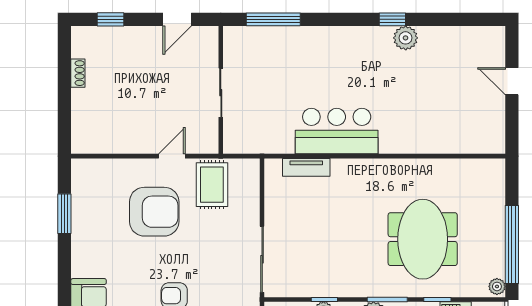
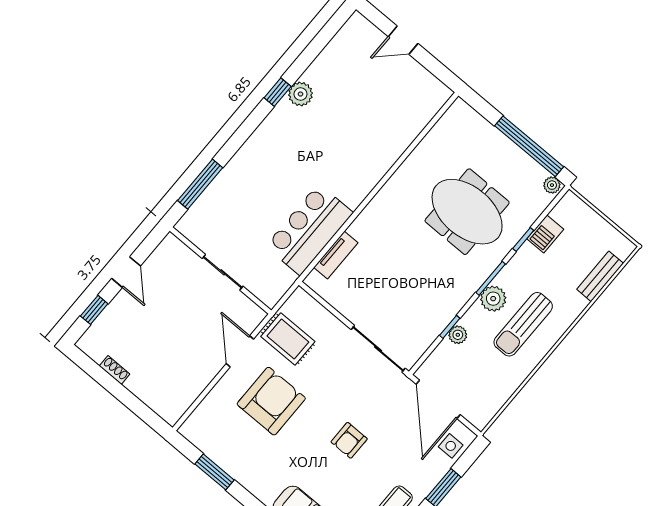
door: (177, 19) -> (126, 272), moved
bar counter: (337, 131) -> (309, 230), moved
door: (172, 156) -> (240, 351), width x1.38

